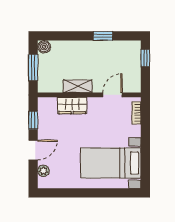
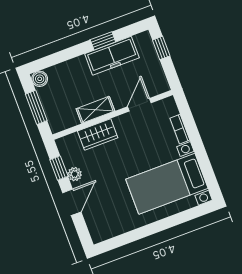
freezer: (106, 50) -> (112, 56), added
bookcase: (136, 113) -> (180, 129), moved
plant: (43, 171) -> (75, 174), moved

